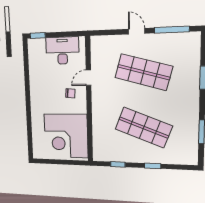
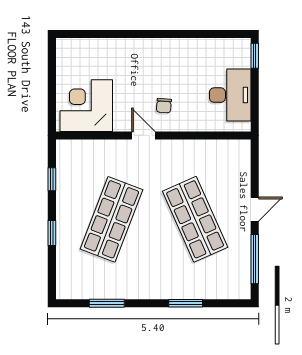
shop shelf: (144, 72) -> (195, 219), turned -39
door: (89, 78) -> (143, 135), moved
corner desk: (66, 136) -> (86, 106), width x0.74, depth x0.74

